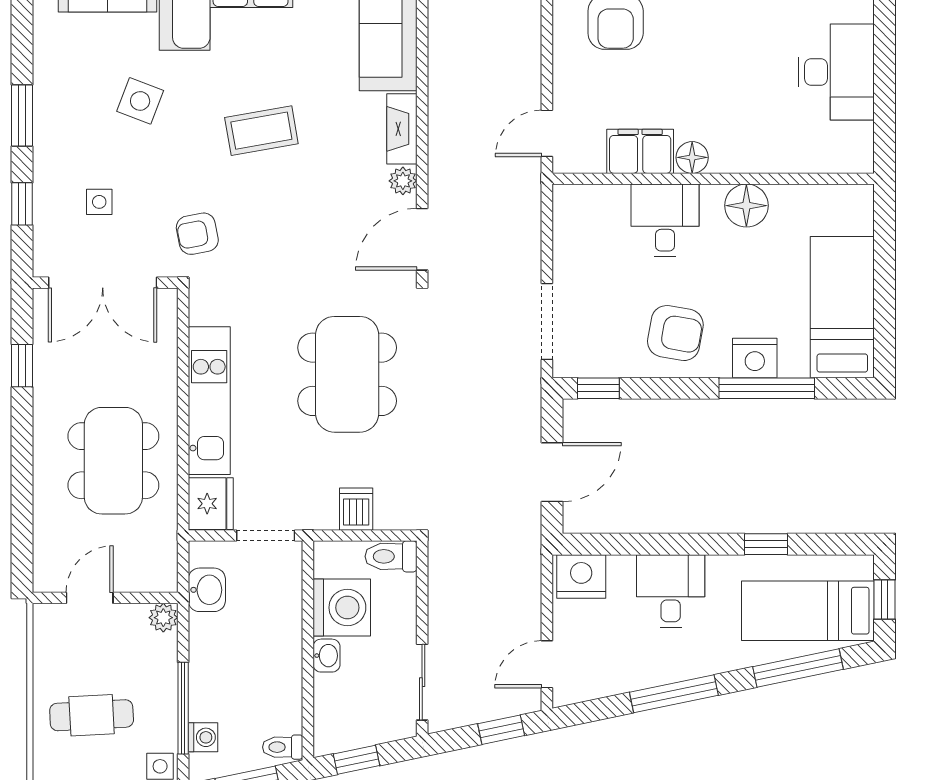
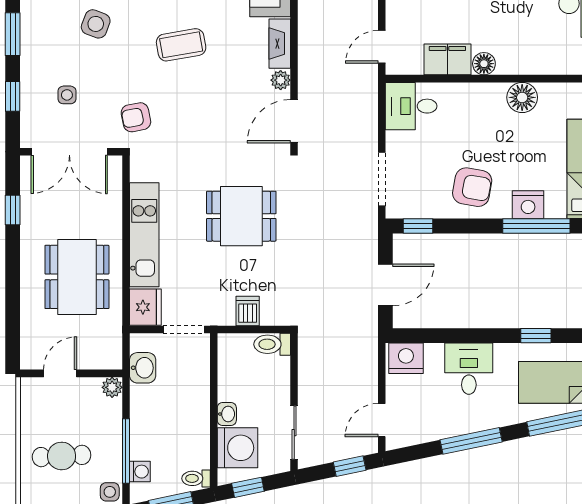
desk: (665, 220) -> (411, 106), moved, turned -90
dining table: (347, 374) -> (241, 216), width x0.73
washing machine: (342, 608) -> (237, 448), moved

